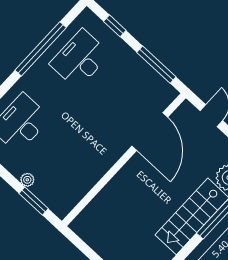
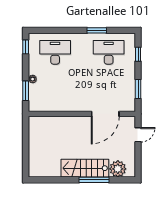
window: (41, 49) -> (97, 30), width x0.47
window: (156, 65) -> (138, 89), width x0.69

